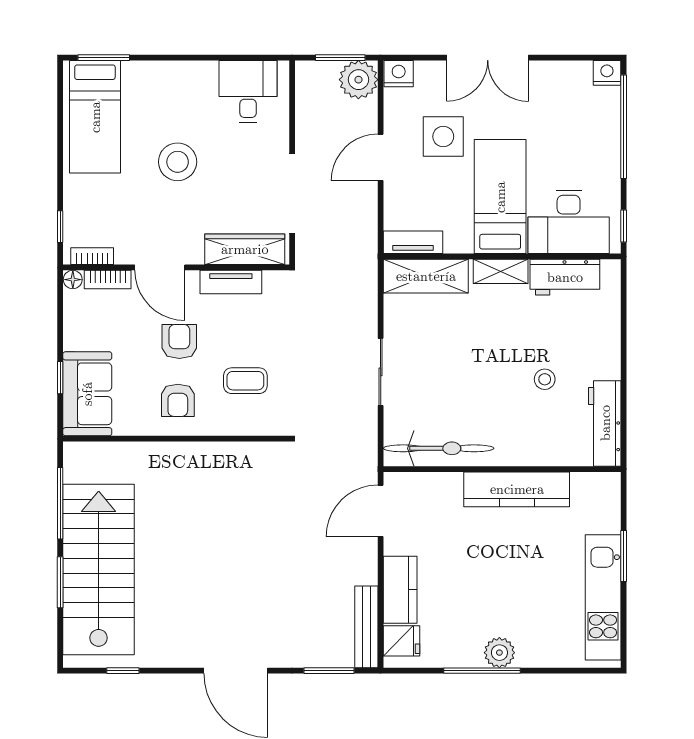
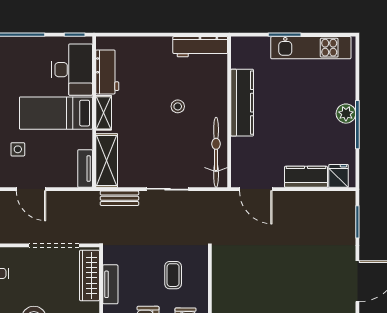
side table: (443, 137) -> (18, 149), width x0.54, depth x0.54
stool: (545, 379) -> (178, 106), moved
bench: (366, 627) -> (119, 198), moved, width x0.73

